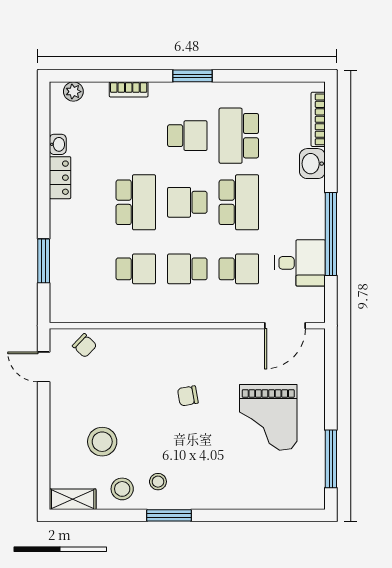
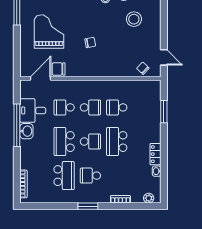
washbasin: (312, 164) -> (26, 131), moved
chair: (249, 344) -> (59, 69), added

